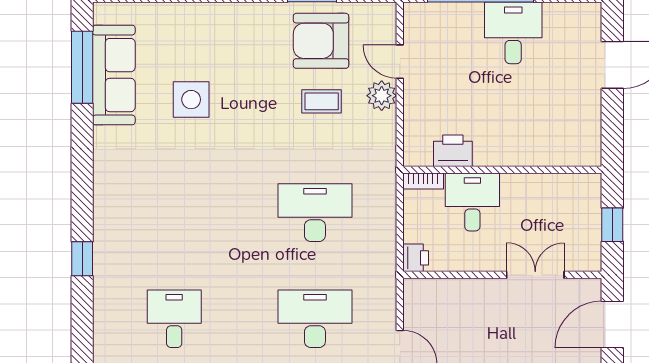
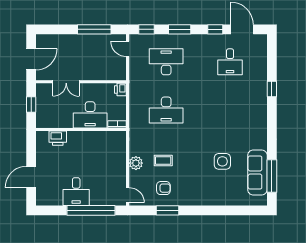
armchair: (321, 41) -> (163, 188), width x0.53, depth x0.53
door: (400, 62) -> (128, 195), moved
printer: (453, 151) -> (58, 138), moved
desk: (472, 202) -> (90, 115), width x1.37
desk: (315, 319) -> (166, 62), turned 180

